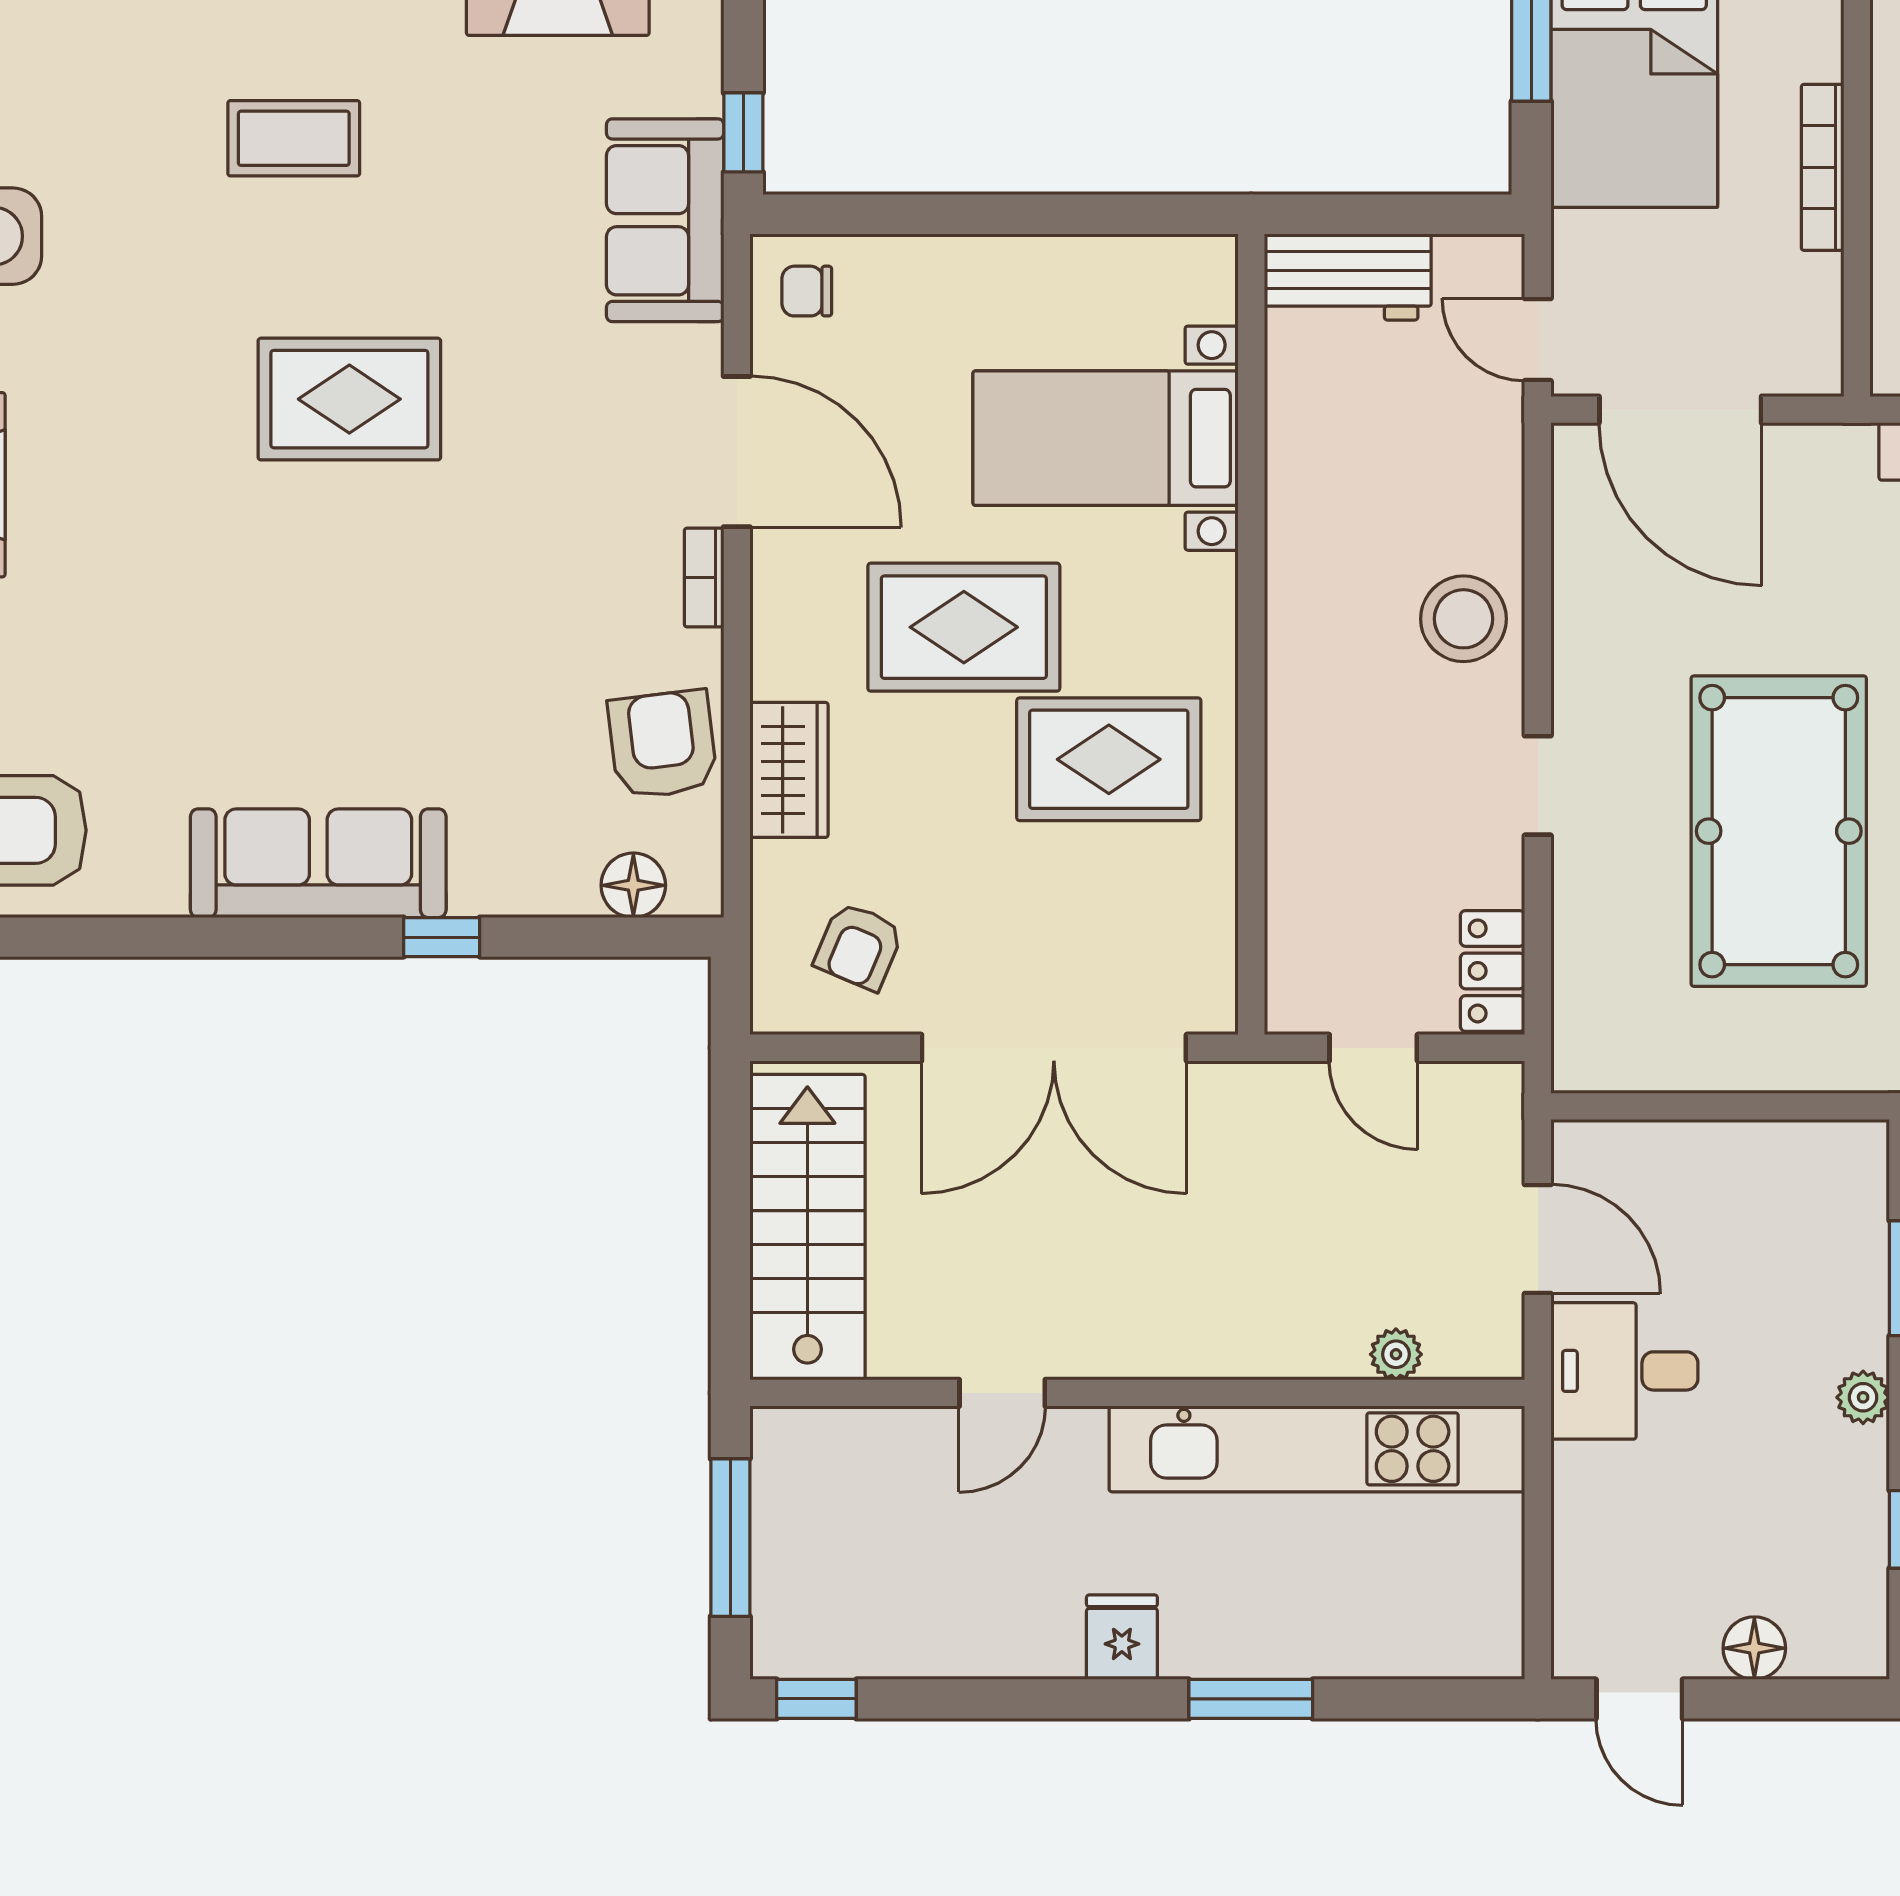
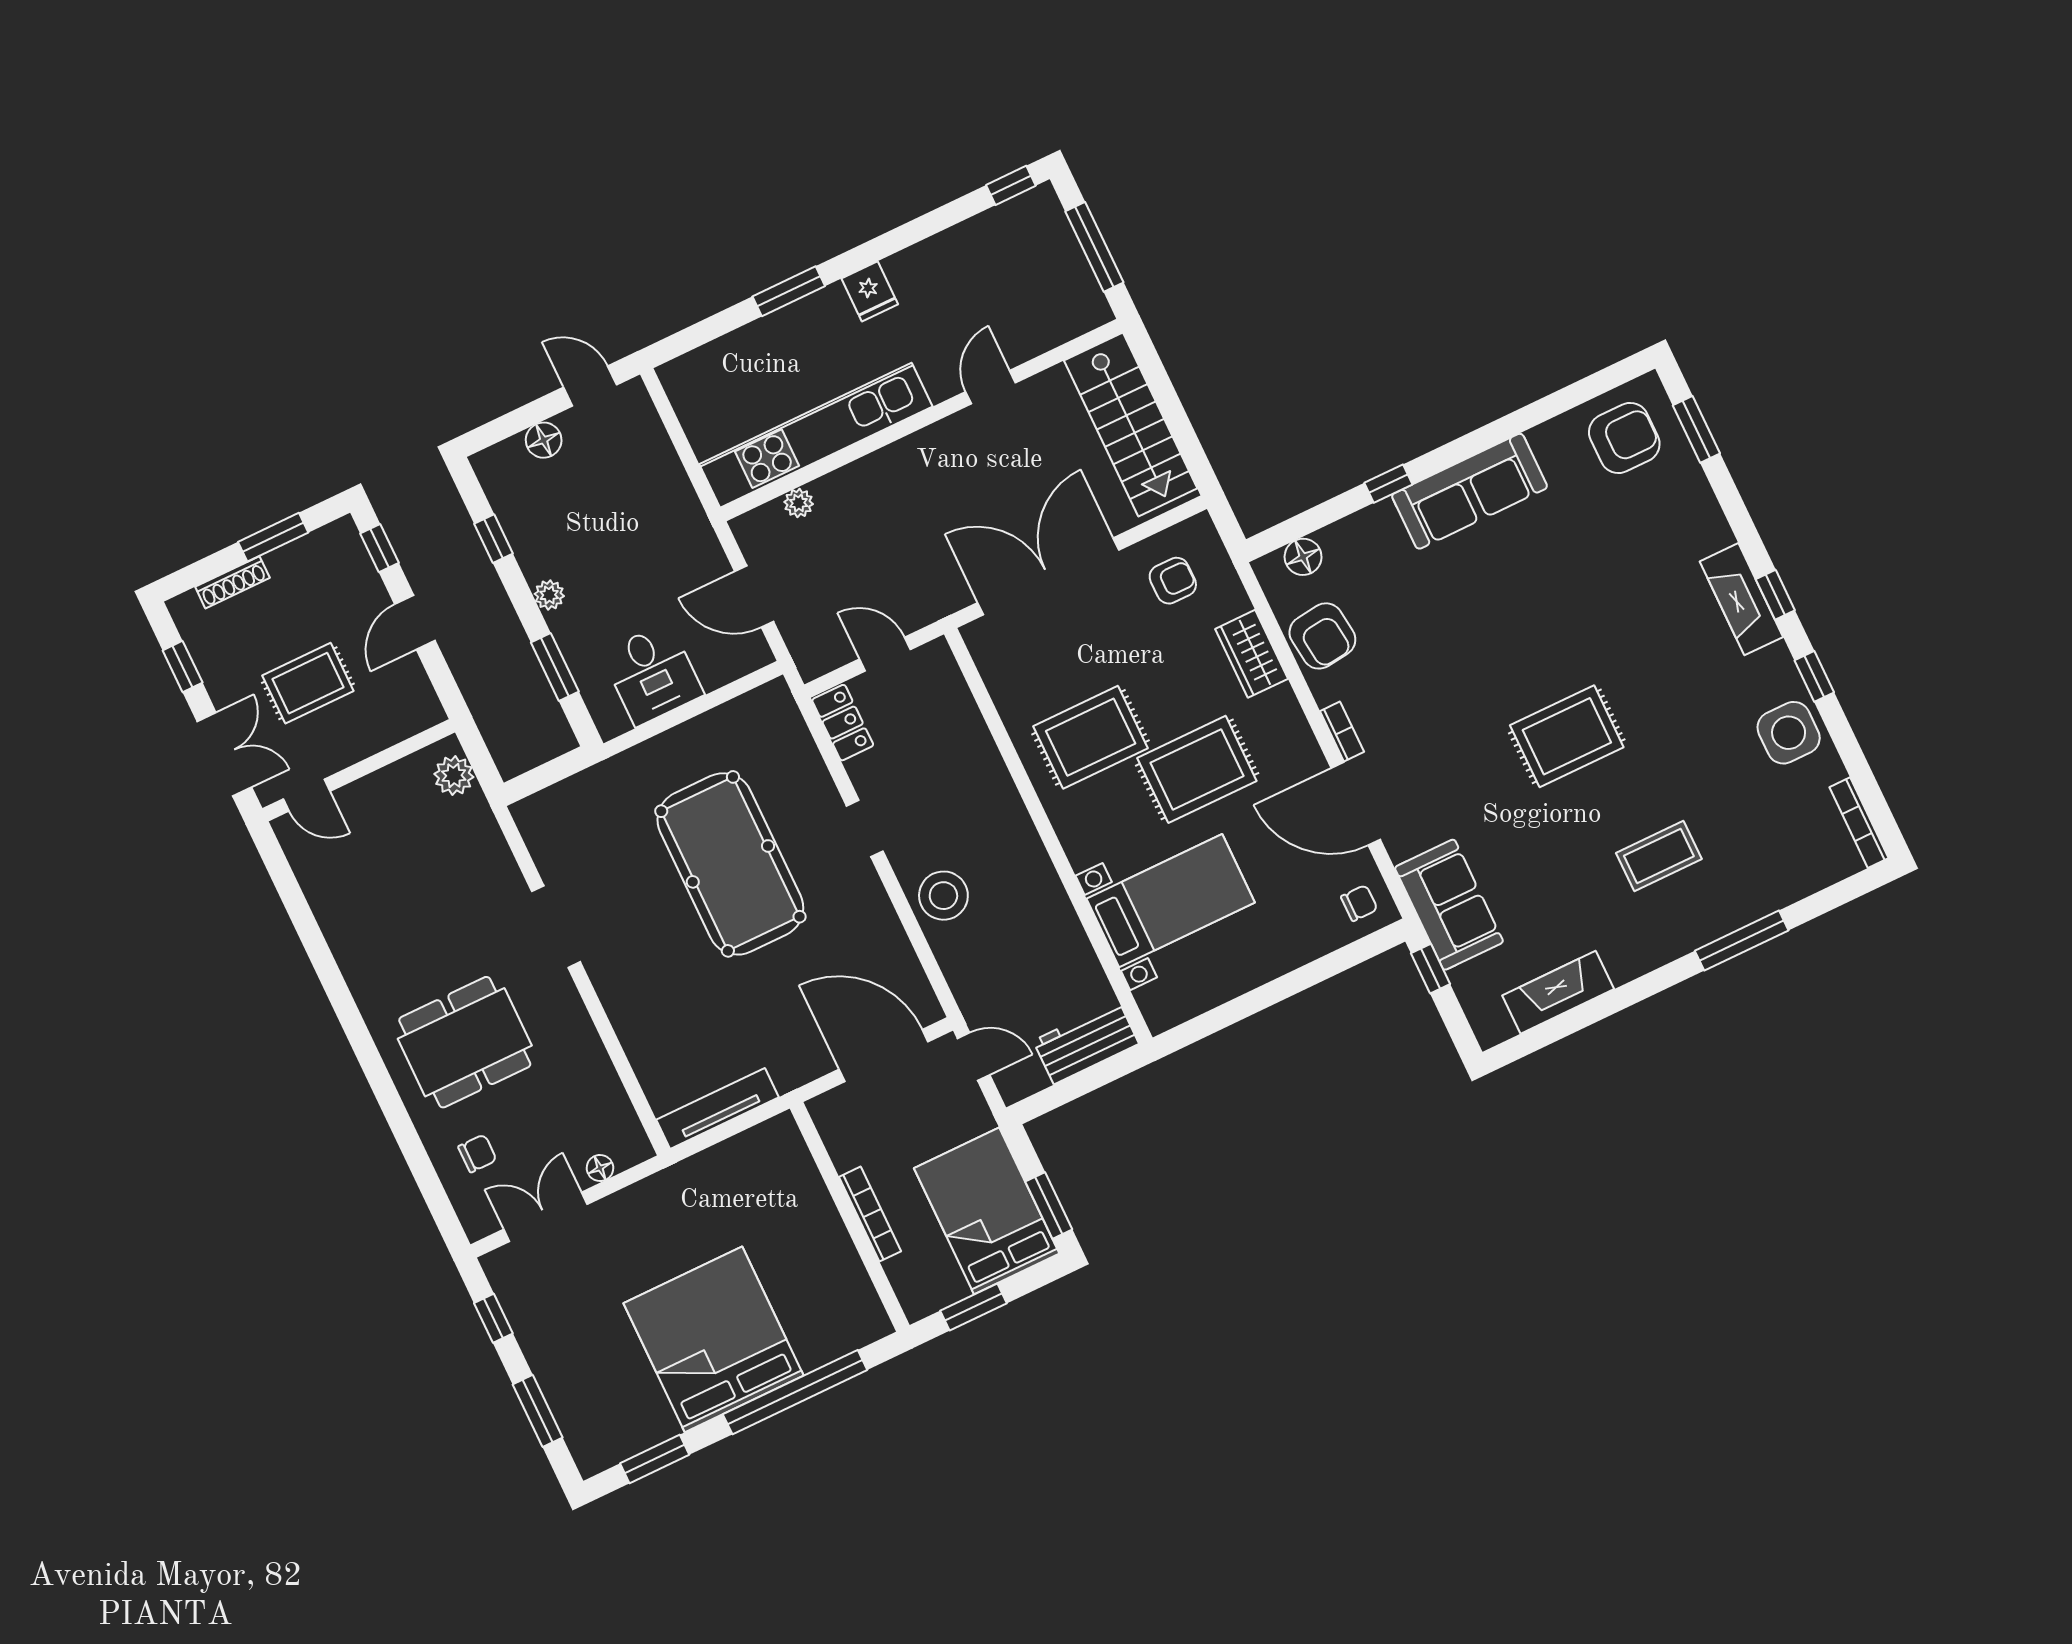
armchair: (859, 946) -> (1173, 581), turned 67
desk: (1624, 1371) -> (652, 674), moved, turned 90

